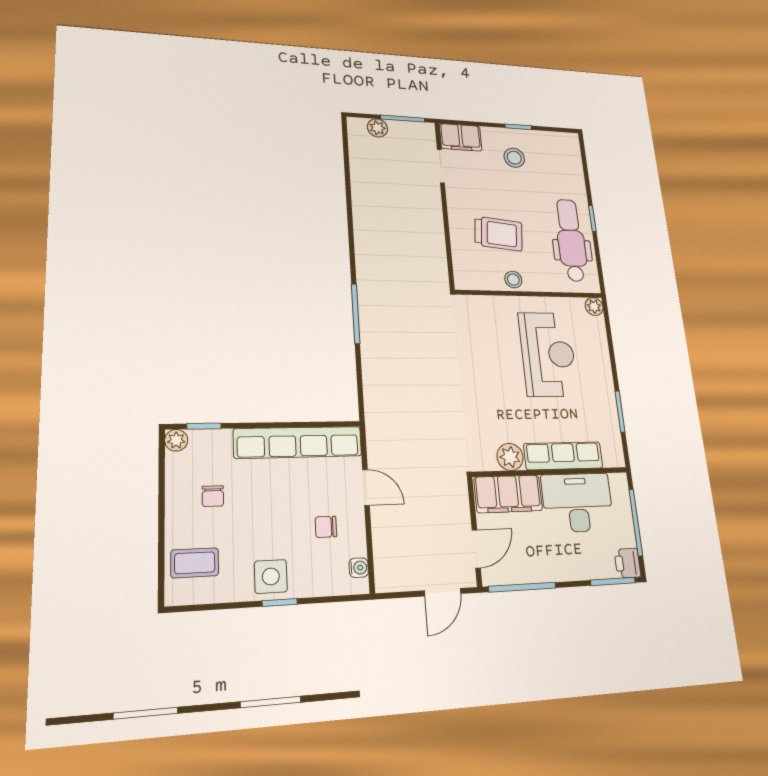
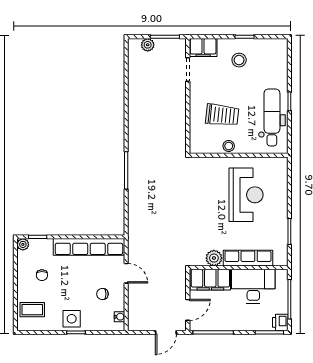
plant: (594, 307) -> (282, 163), removed

